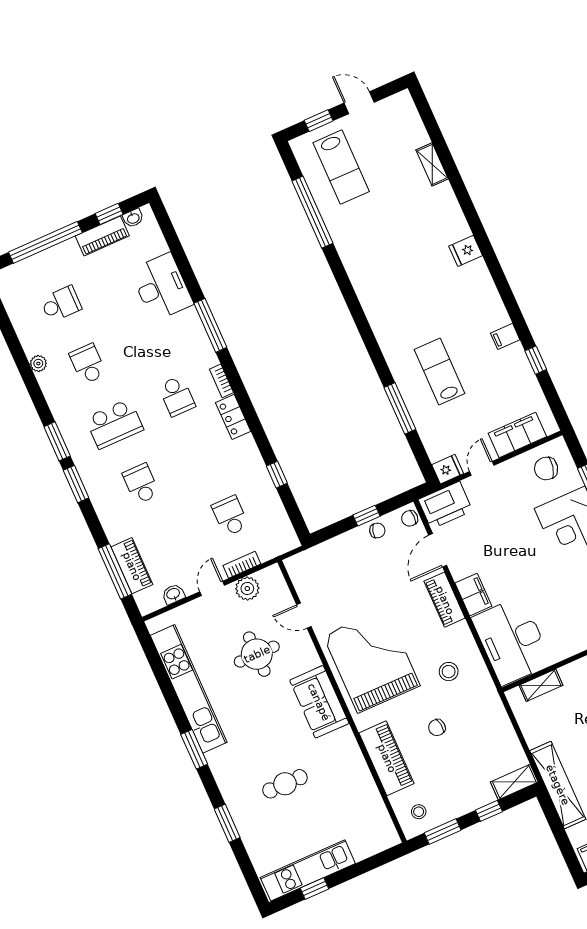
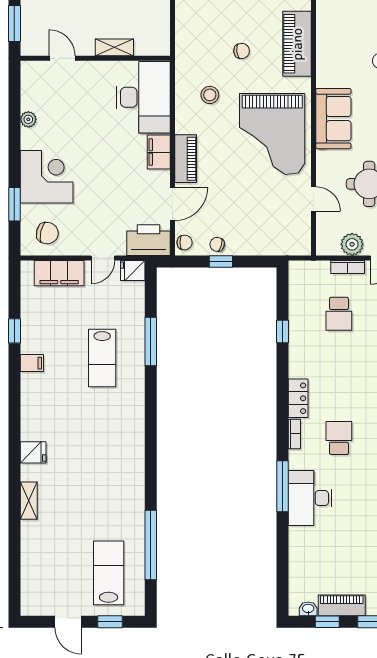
shelving: (432, 164) -> (29, 501), moved
desk: (162, 287) -> (310, 498), moved
shelving: (541, 685) -> (114, 47), moved

